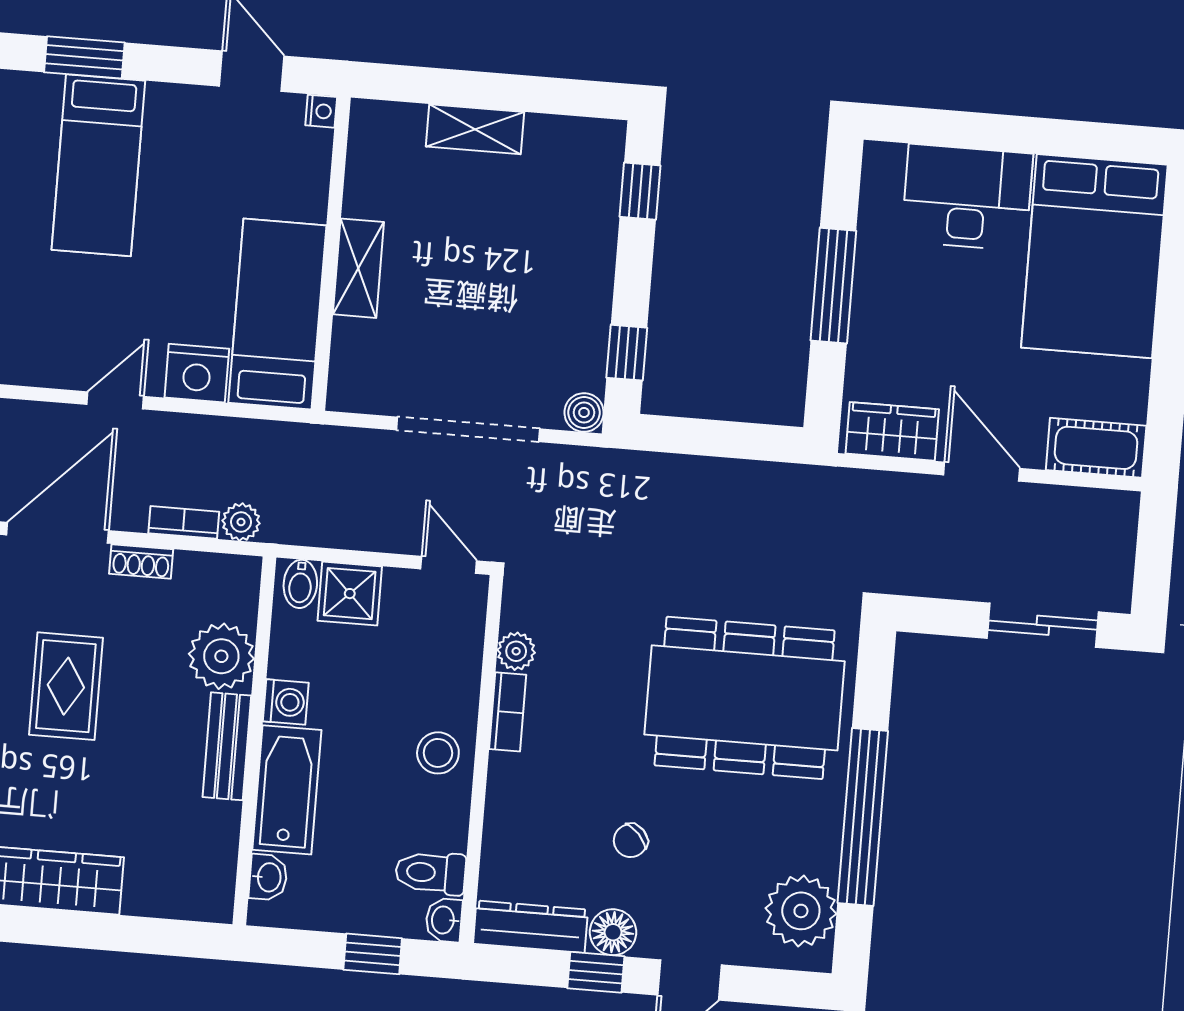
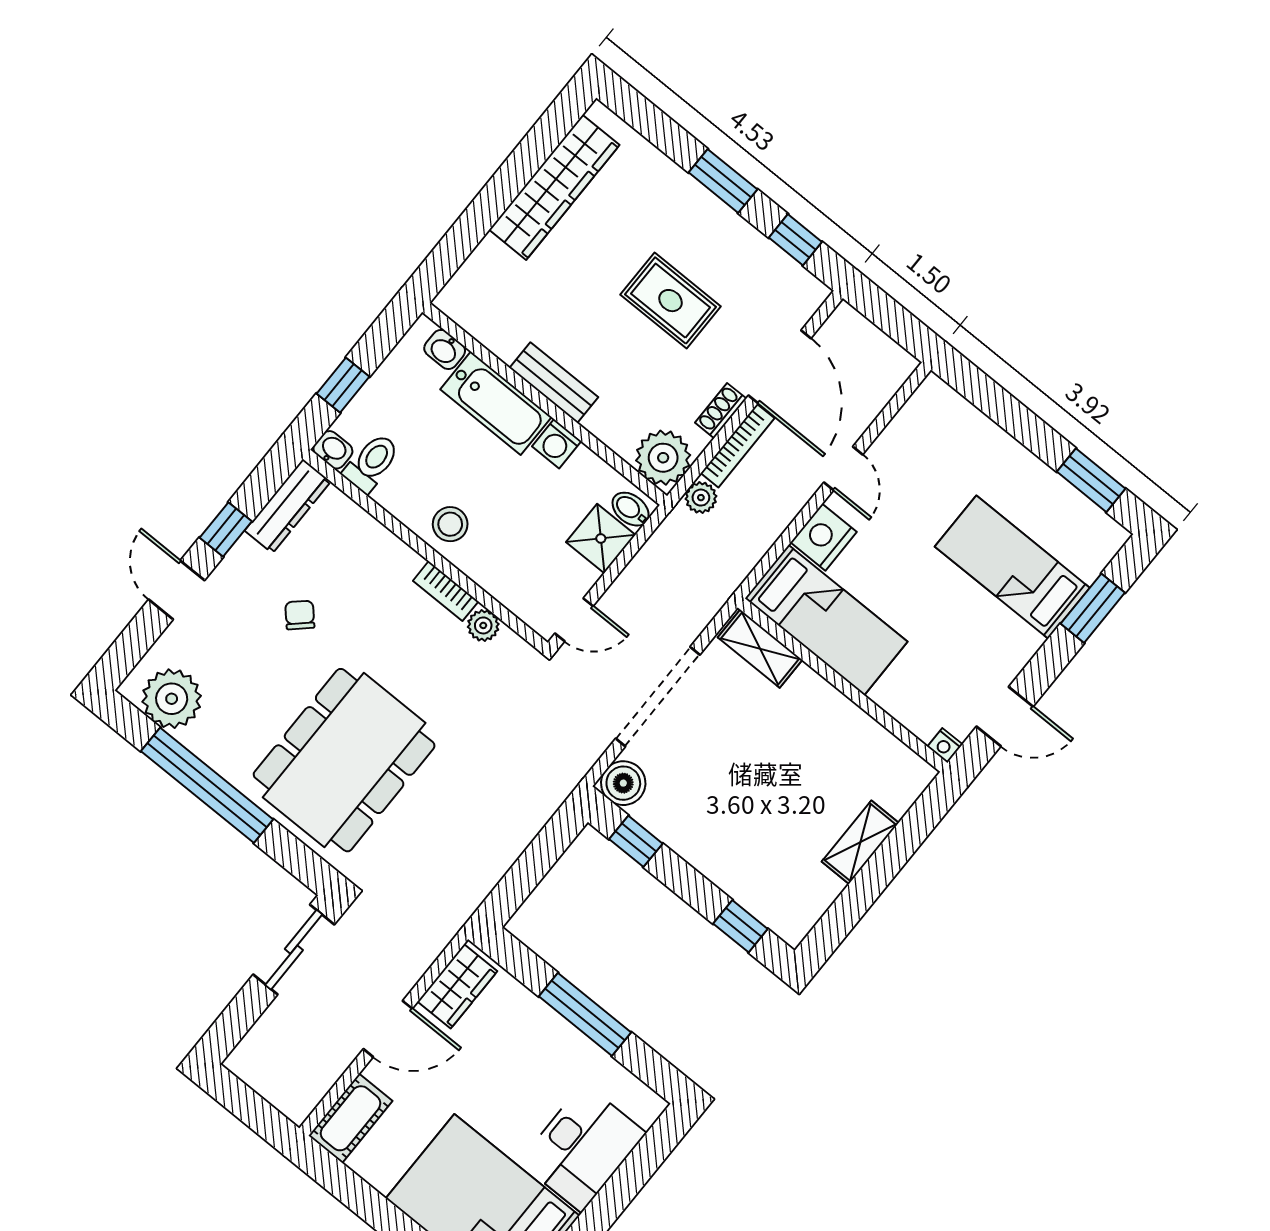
shelving: (358, 268) -> (760, 649), moved
boiler: (584, 412) -> (623, 783), width x1.36, depth x1.36
bookcase: (184, 522) -> (738, 446), width x1.56
sliding door: (1043, 625) -> (294, 950), moved
plant: (221, 656) -> (663, 458), moved
floor lamp: (613, 932) -> (245, 560), removed

